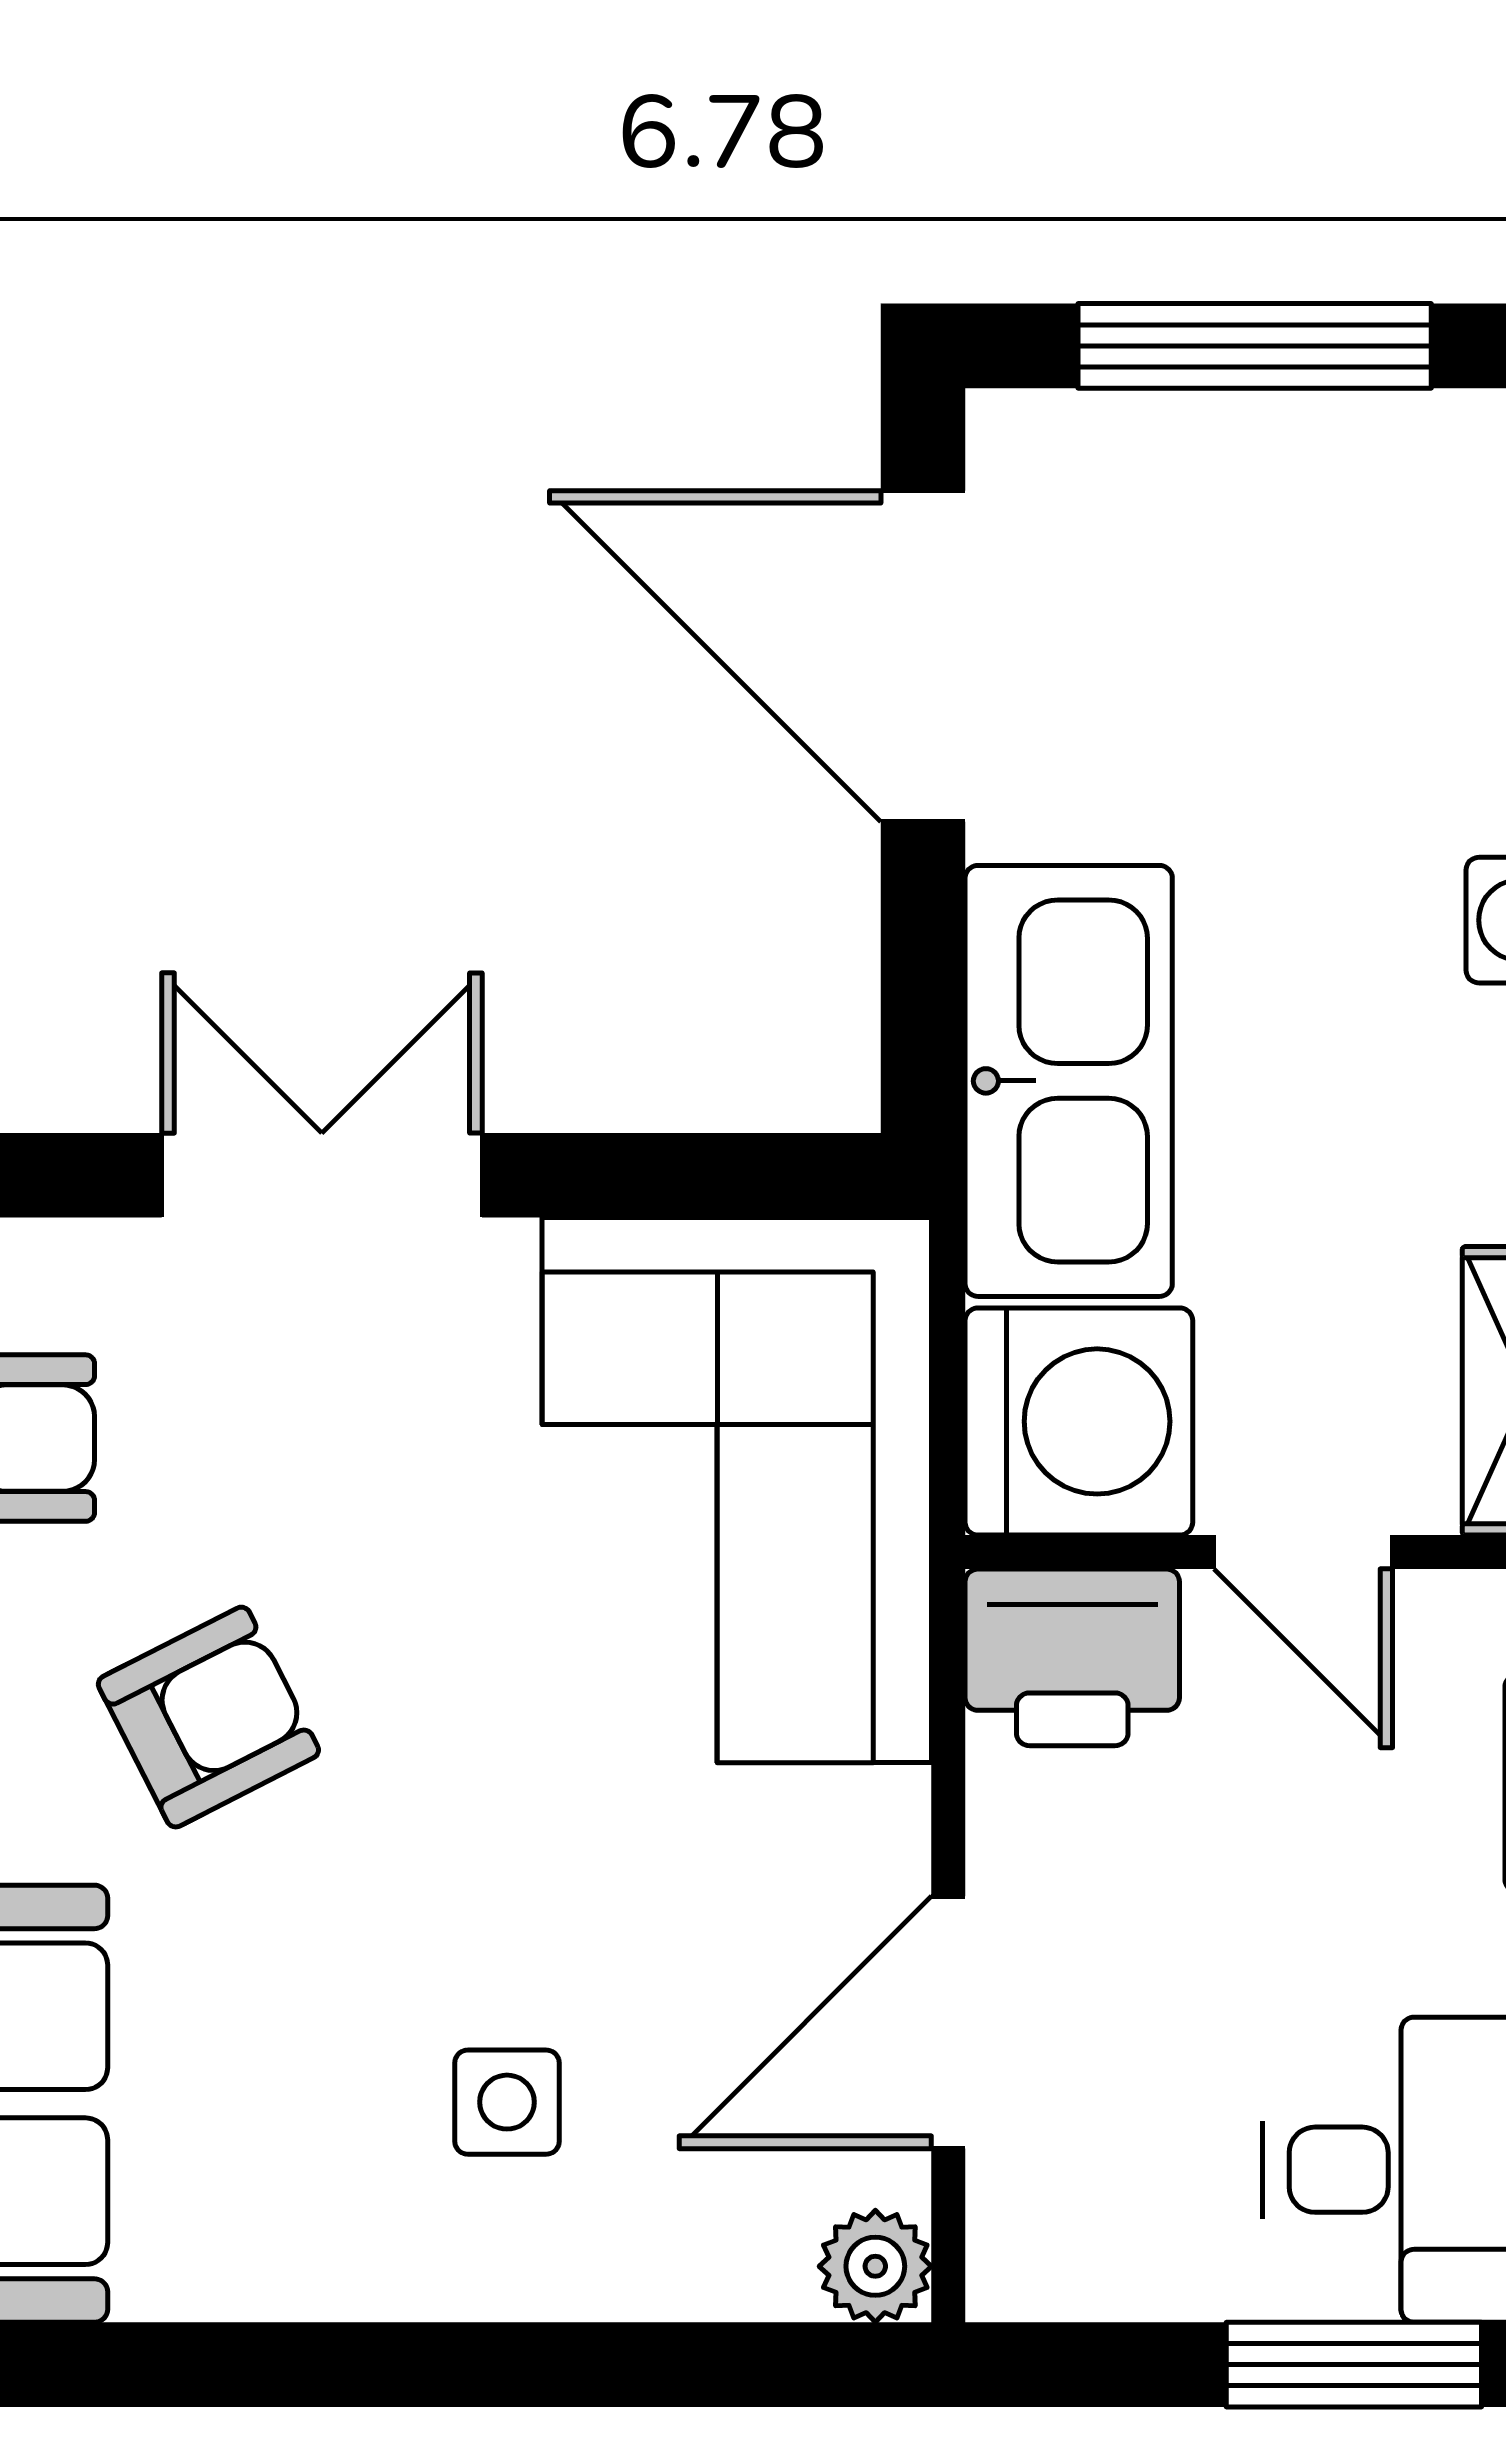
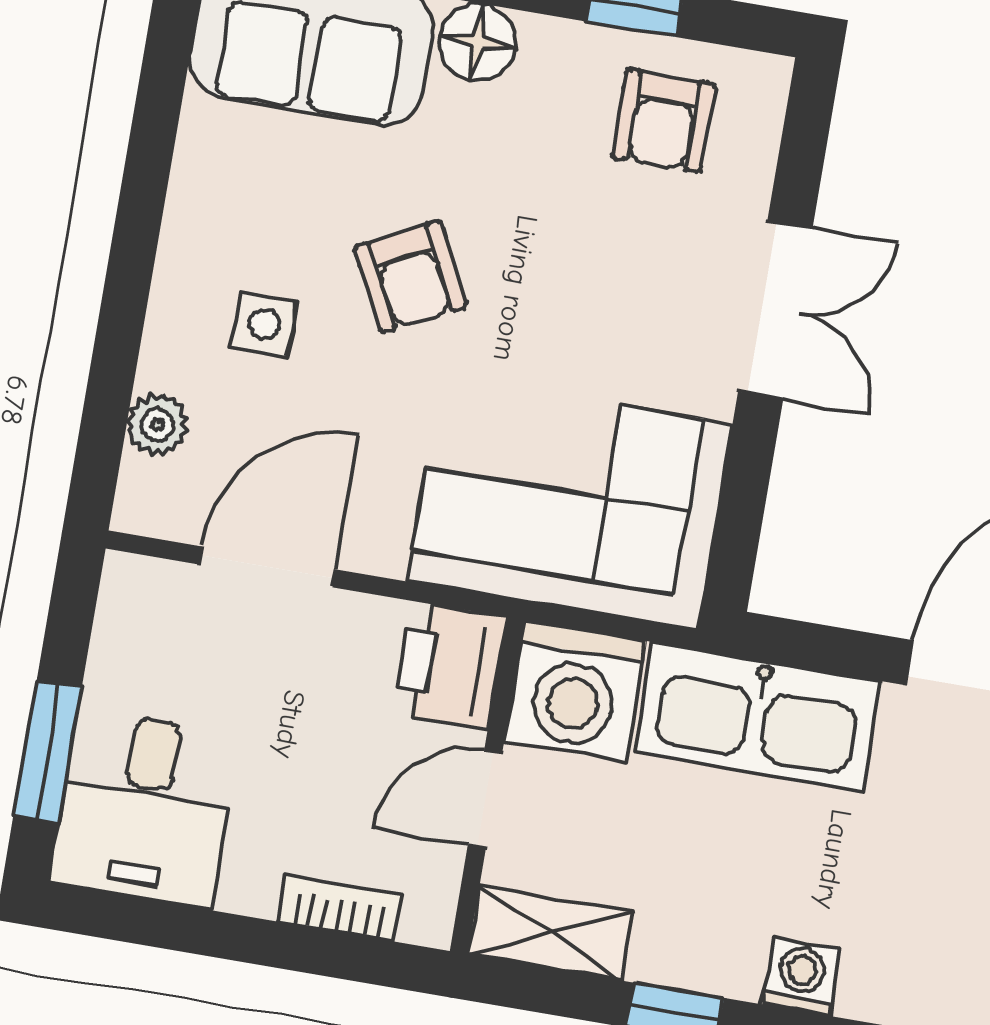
armchair: (208, 1717) -> (411, 277), moved
door: (948, 2022) -> (267, 567), hinge flipped
plant: (875, 2266) -> (157, 425), moved

